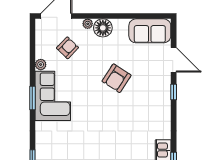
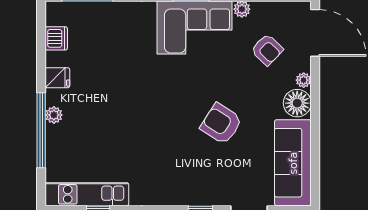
sofa: (150, 31) -> (293, 163), width x1.36

